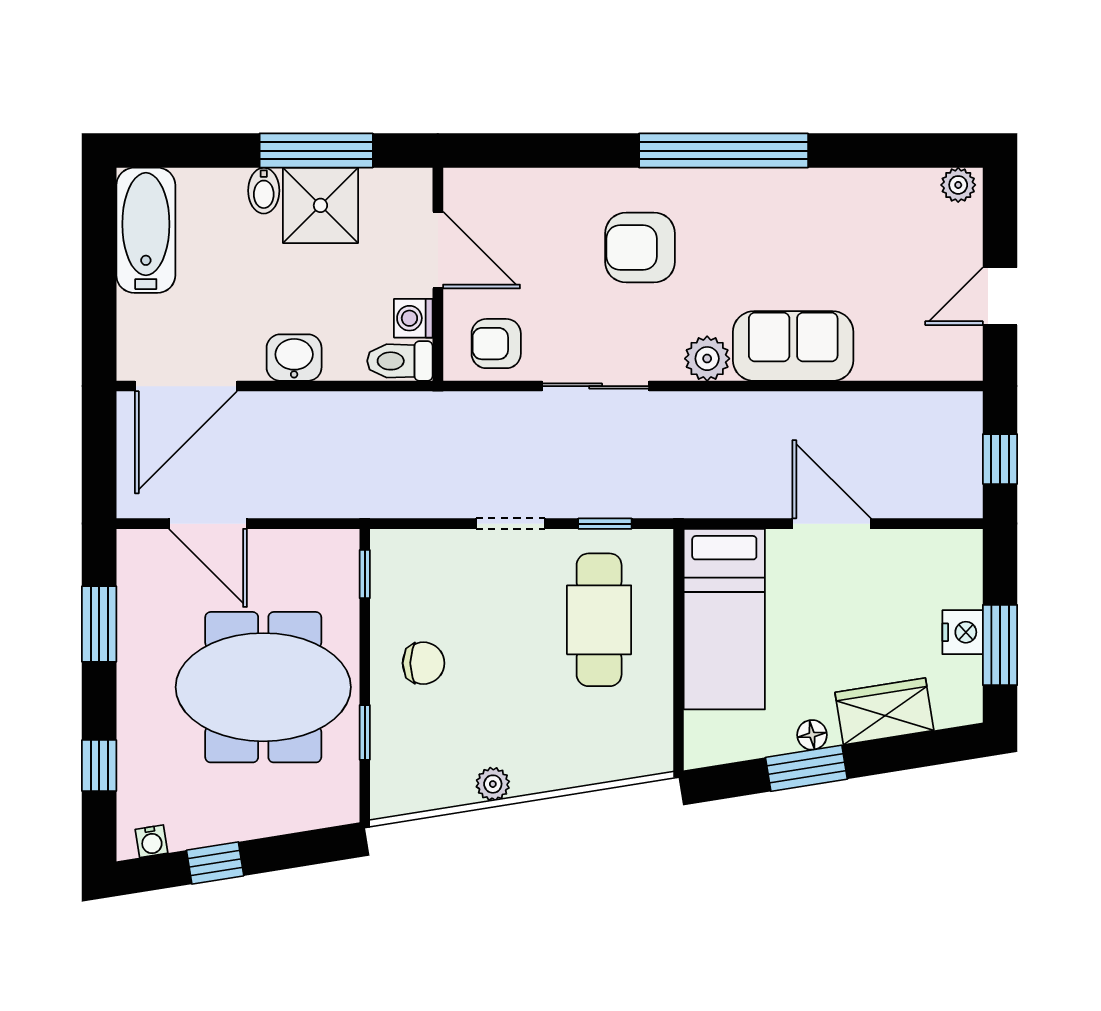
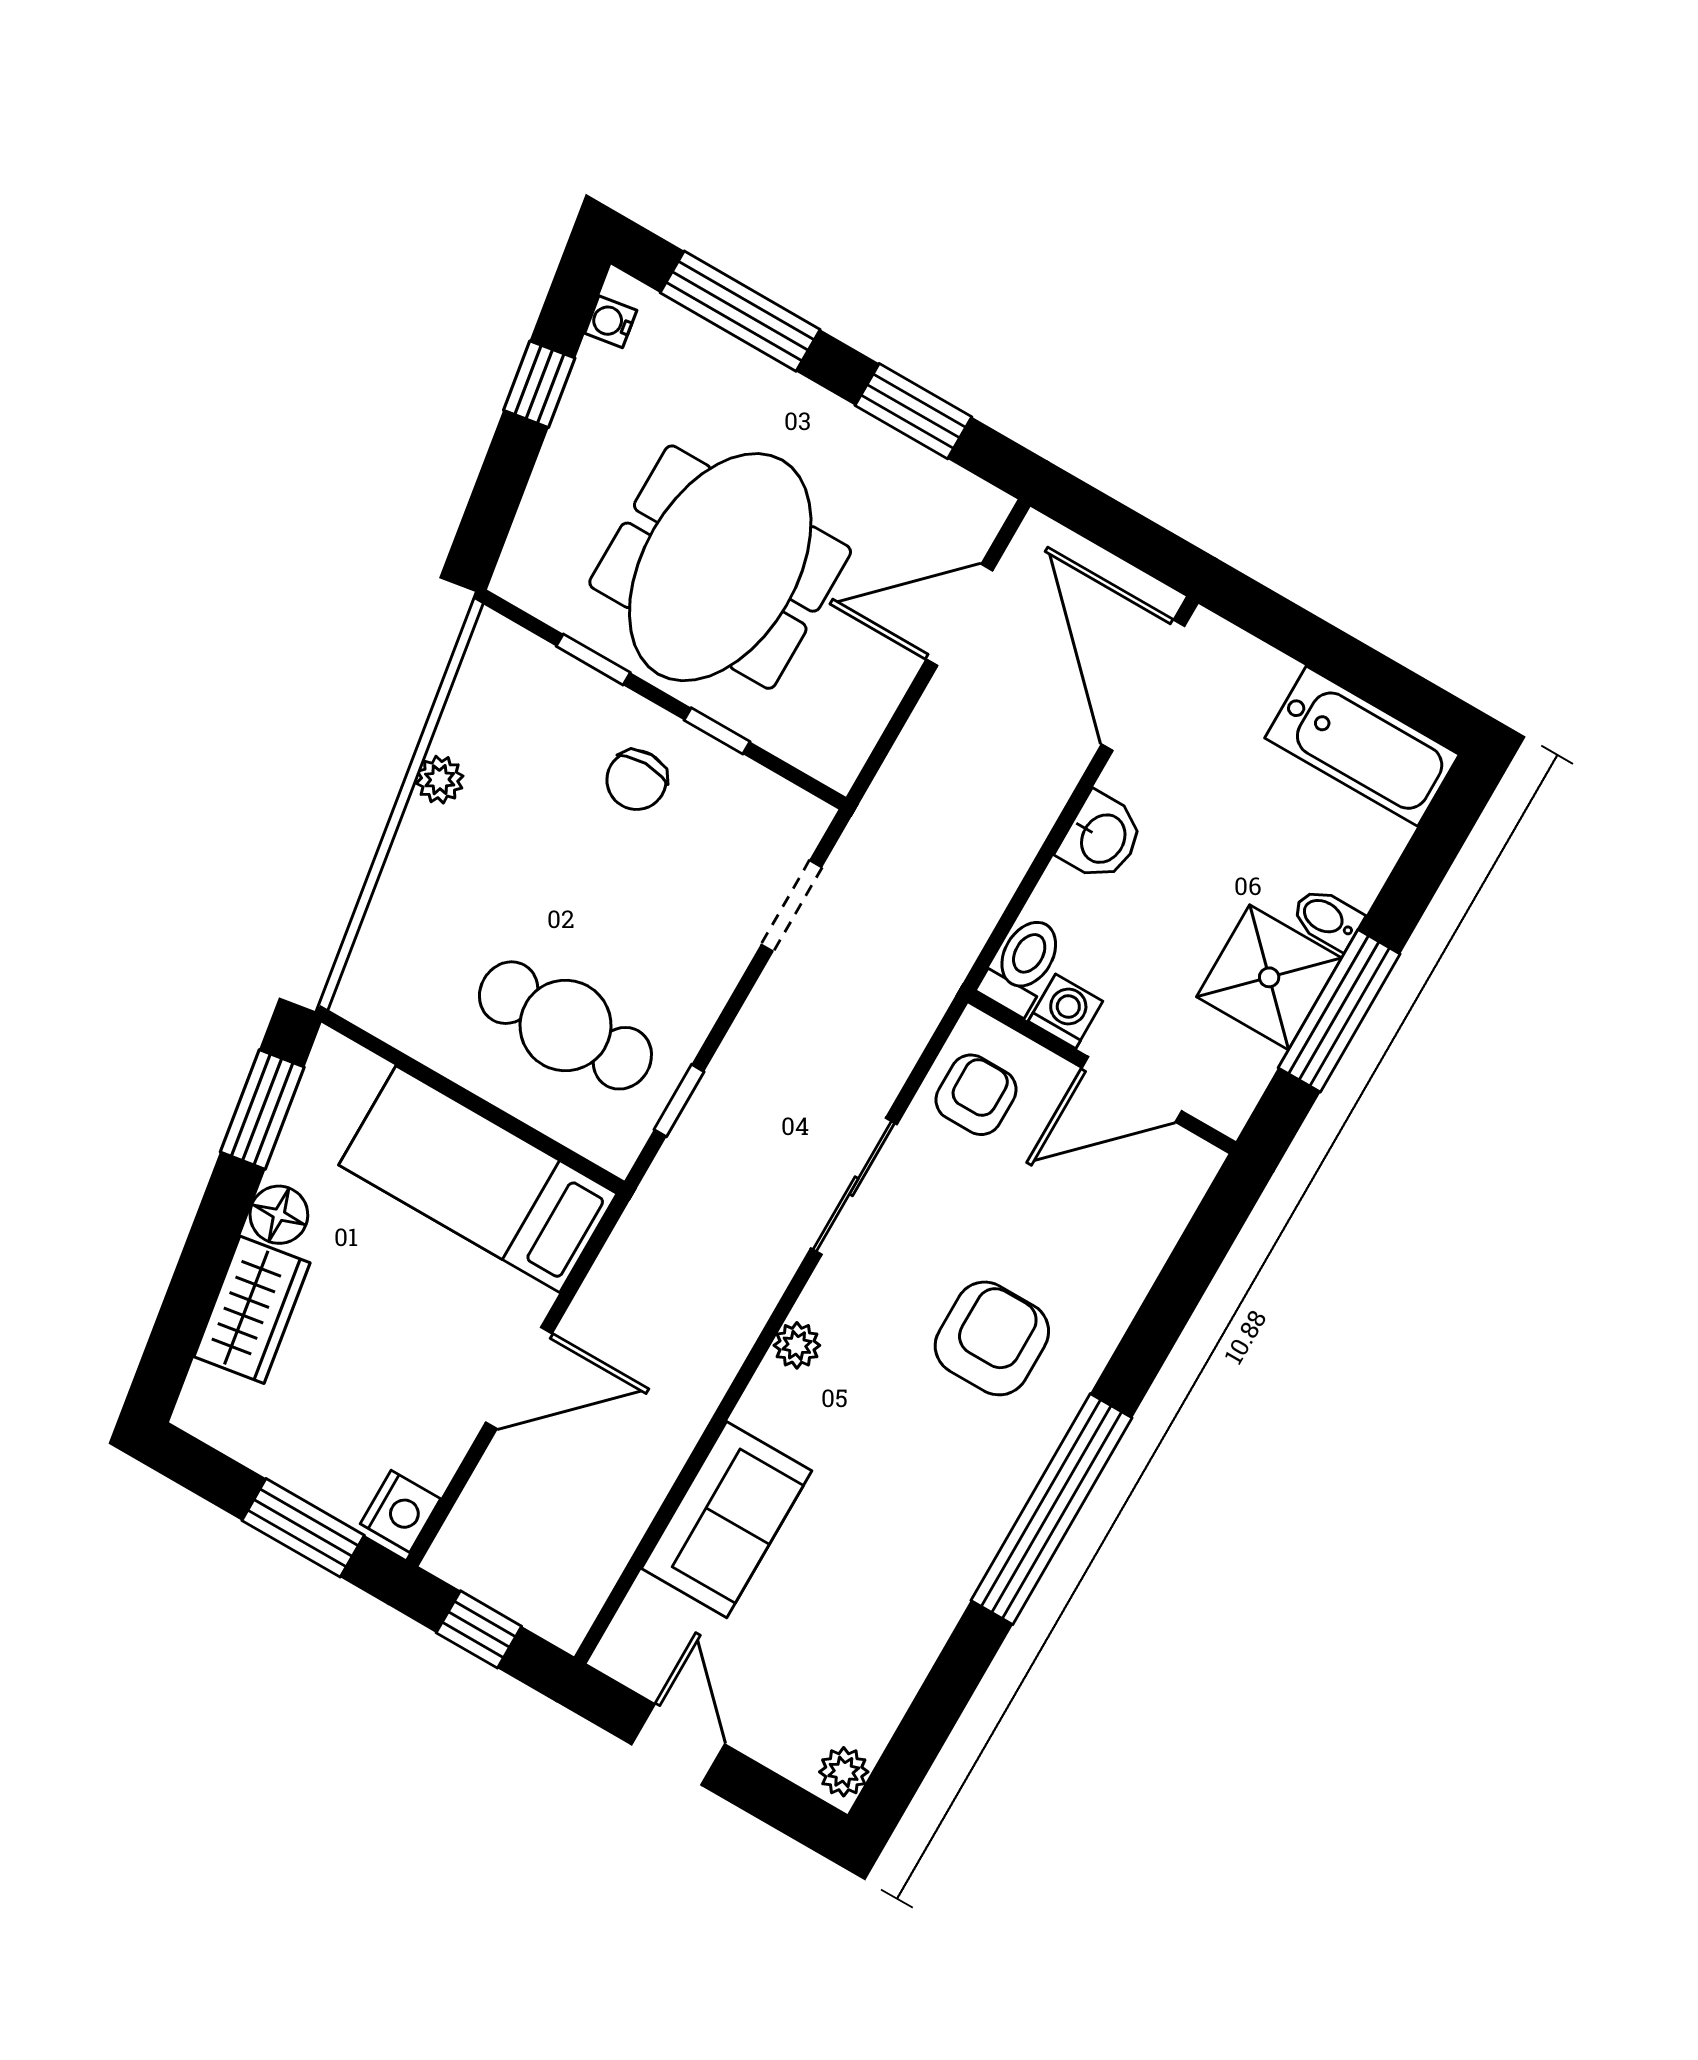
sofa: (793, 346) -> (727, 1520), moved
plant: (707, 359) -> (797, 1345), width x0.73, depth x0.73
doorway: (510, 524) -> (791, 906), moved
window: (365, 574) -> (717, 731), moved
nightstand: (963, 632) -> (400, 1511), moved, turned -90
window: (1000, 645) -> (303, 1528), moved
floor lamp: (812, 735) -> (279, 1215), width x1.37, depth x1.37
window: (99, 766) -> (740, 311), width x2.17
window: (806, 768) -> (262, 1110), moved

